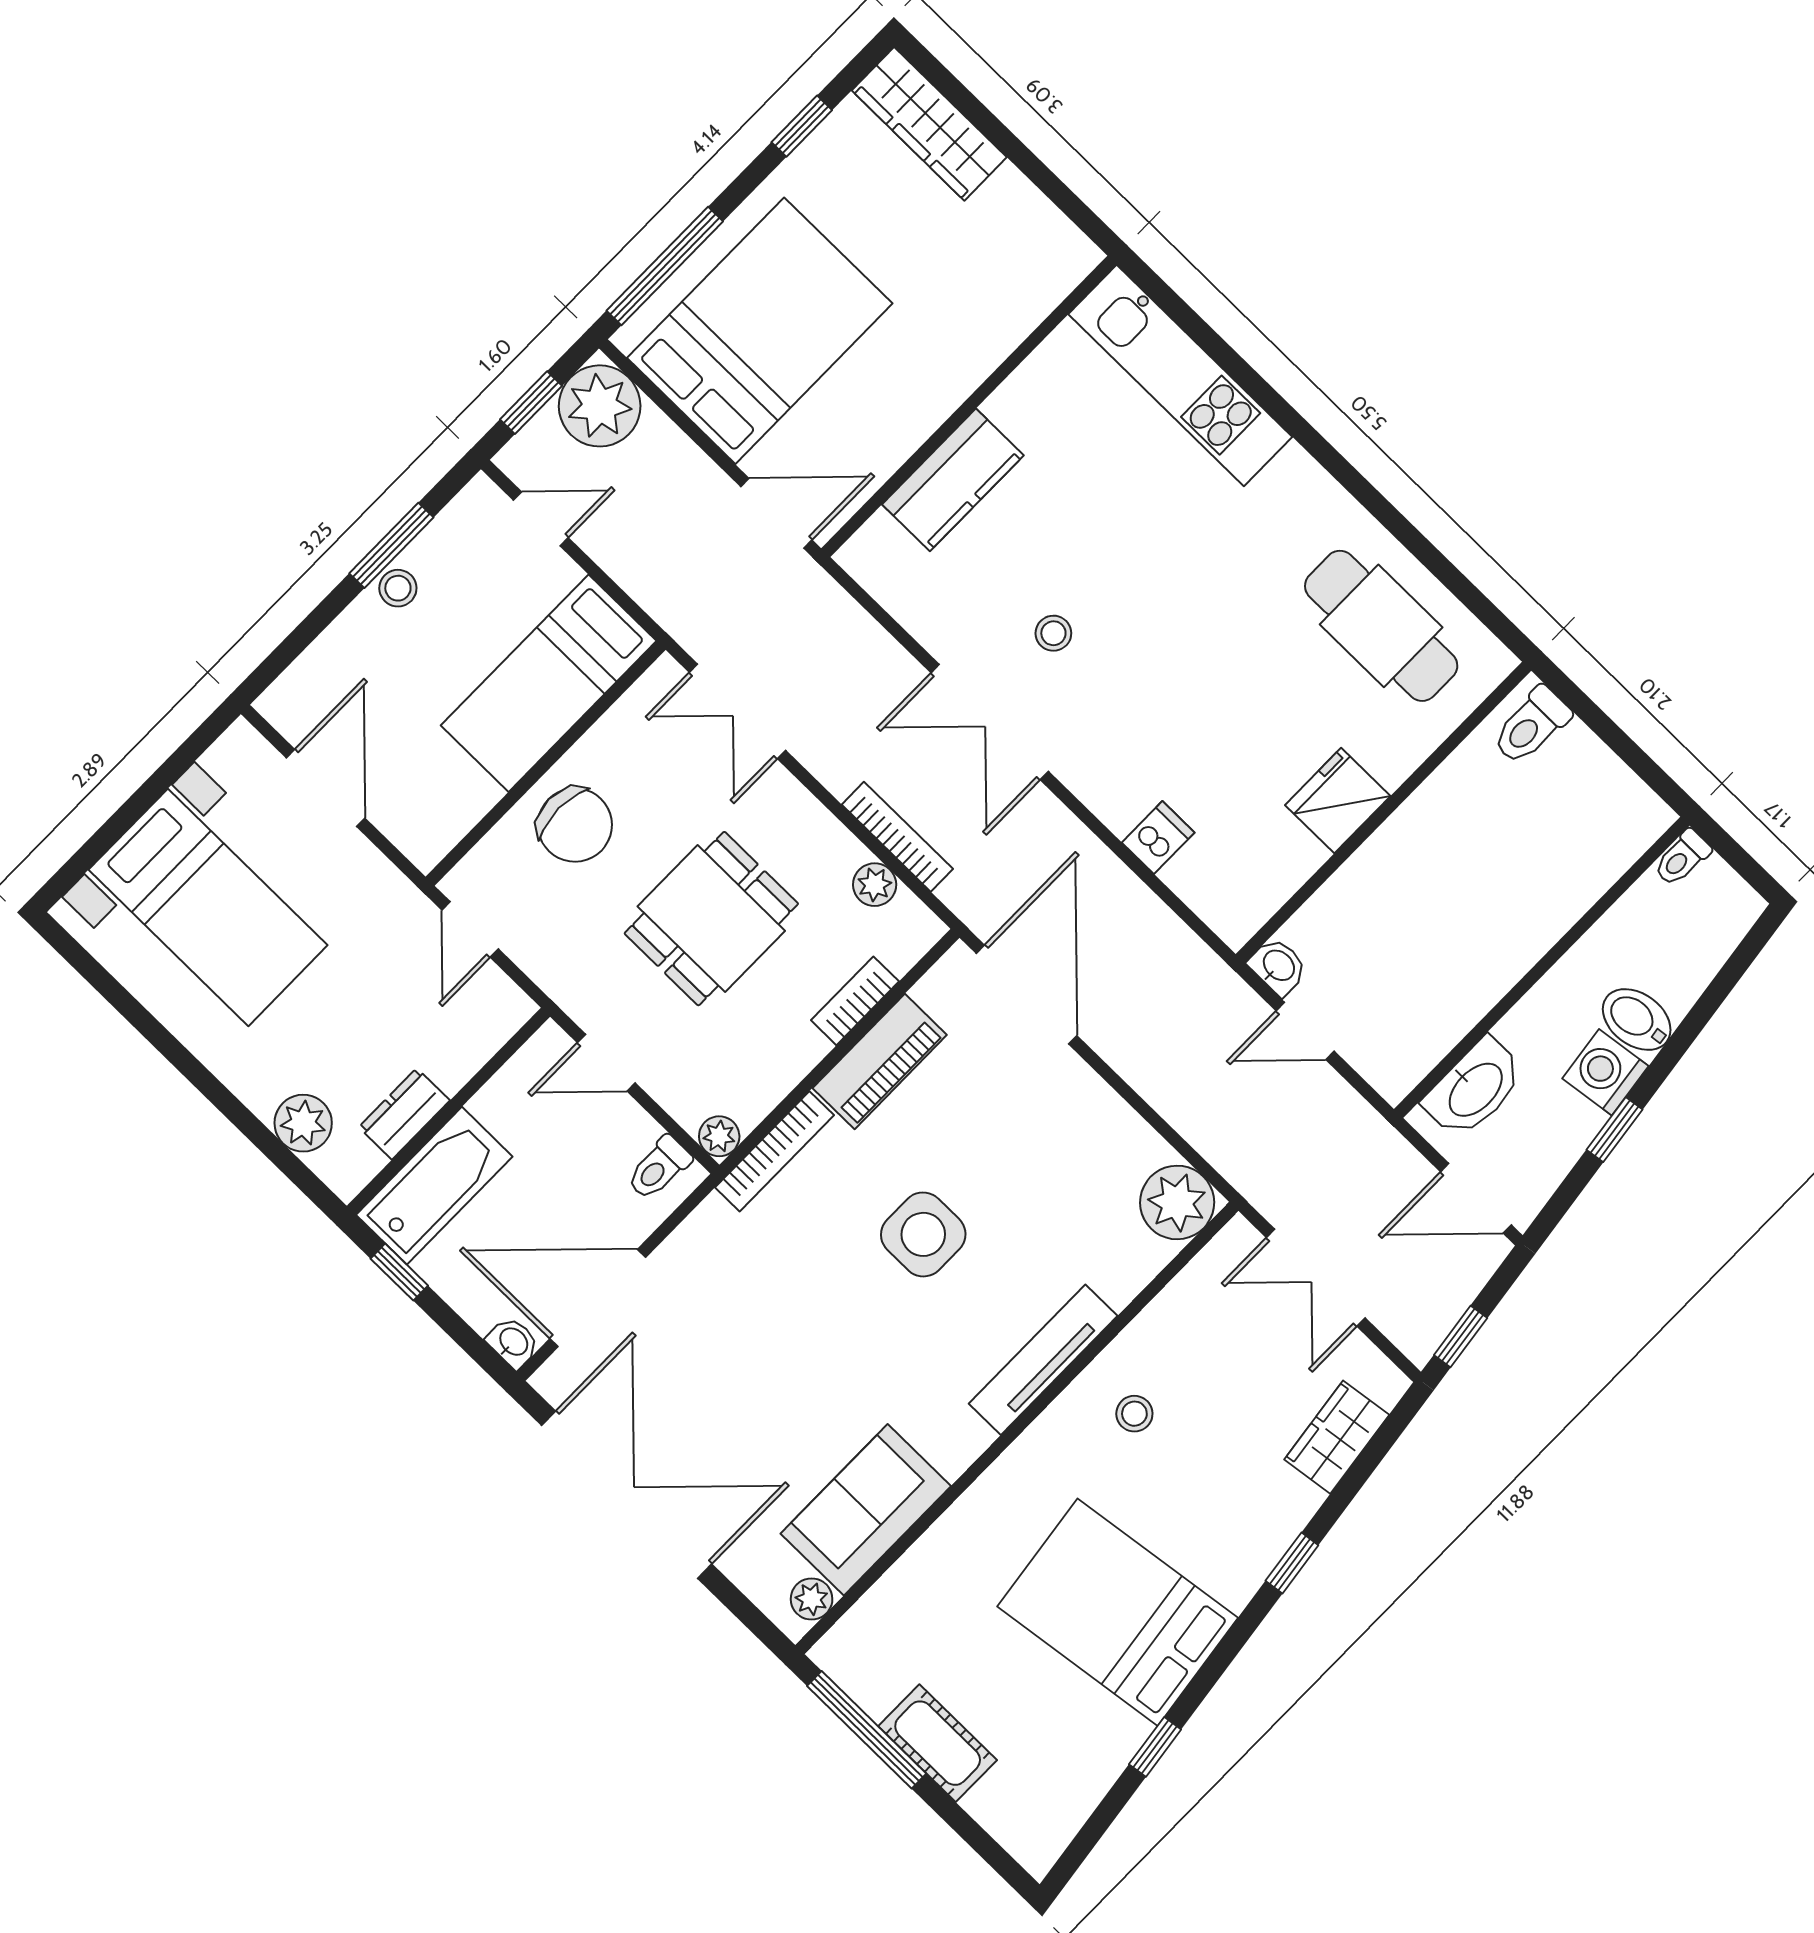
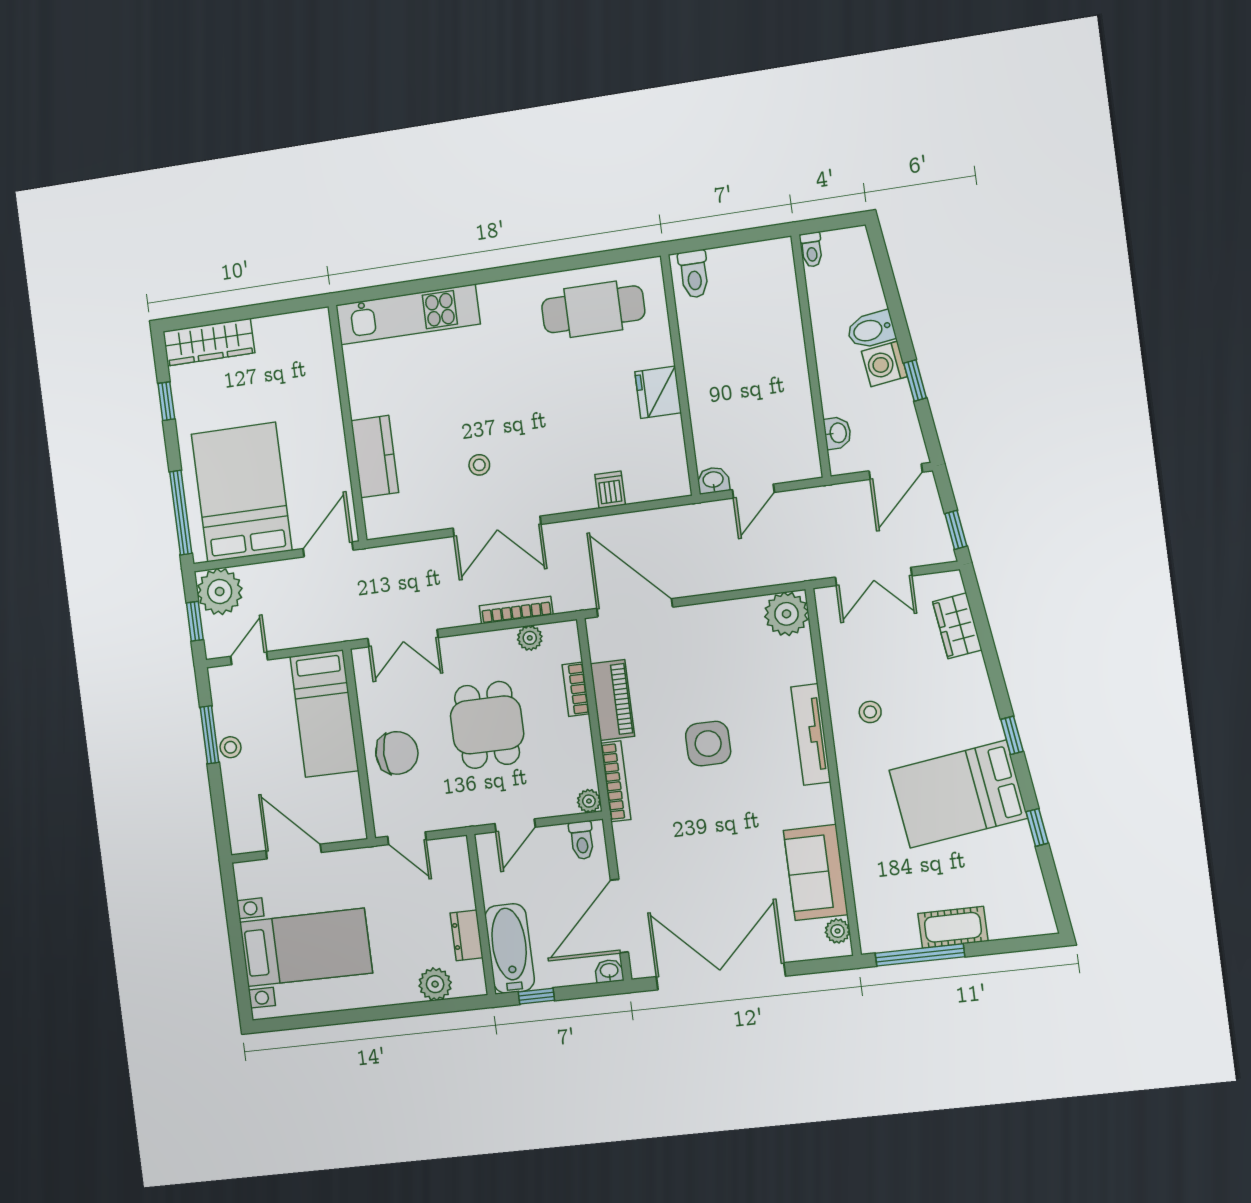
washbasin: (1474, 1089) -> (837, 433), width x0.52, depth x0.69
window: (1292, 1563) -> (1012, 735), moved

